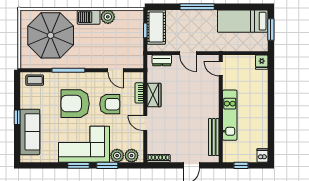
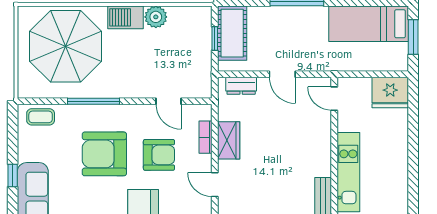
fridge: (262, 62) -> (390, 92), width x1.88, depth x1.34

